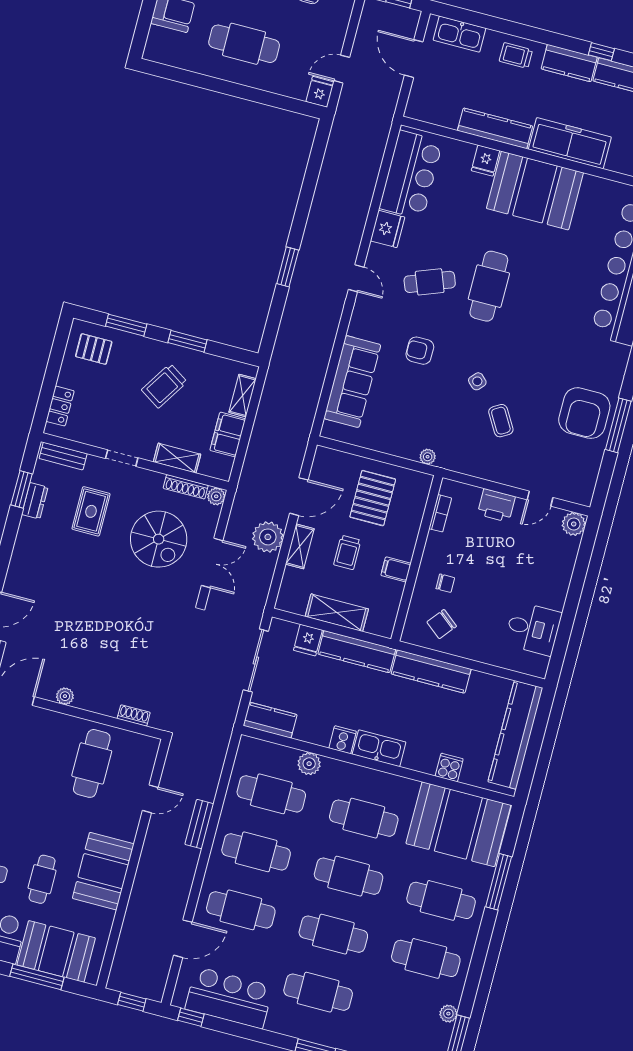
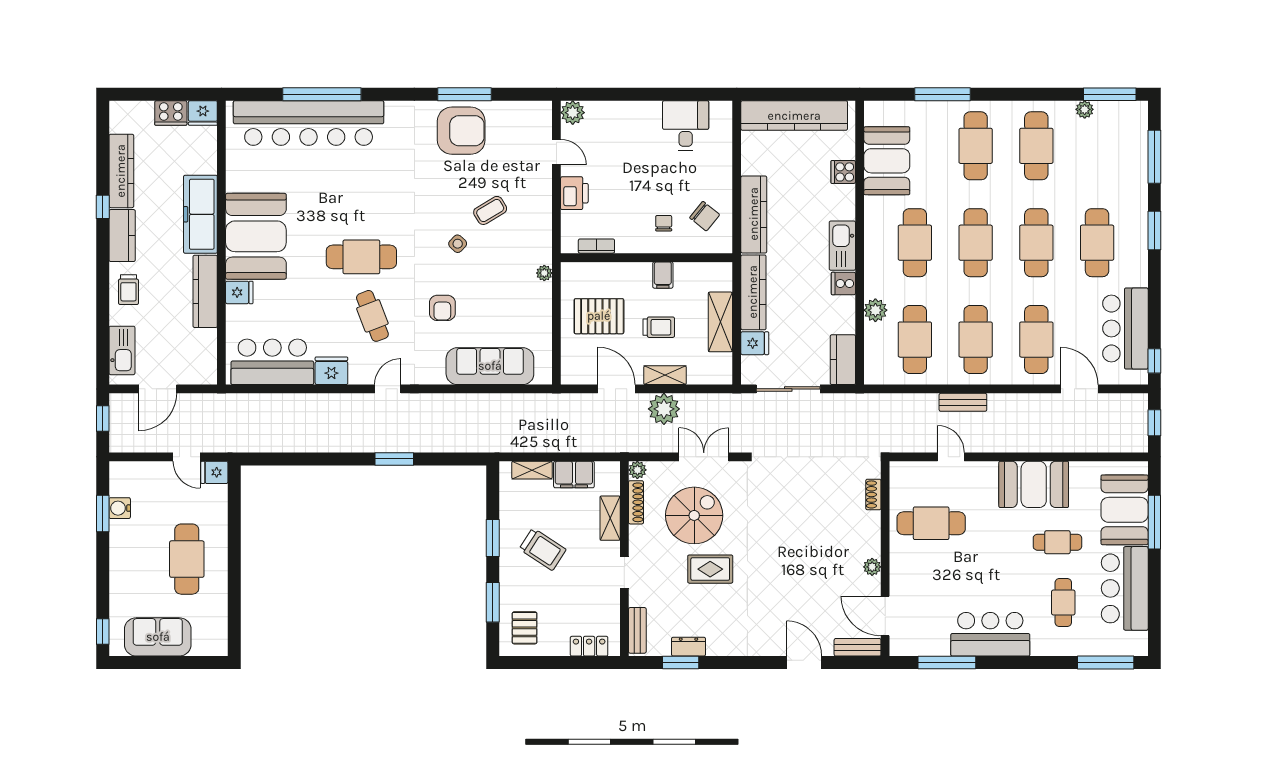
rug: (91, 511) -> (710, 569), moved
booth: (458, 824) -> (887, 161), width x0.73, depth x0.70

